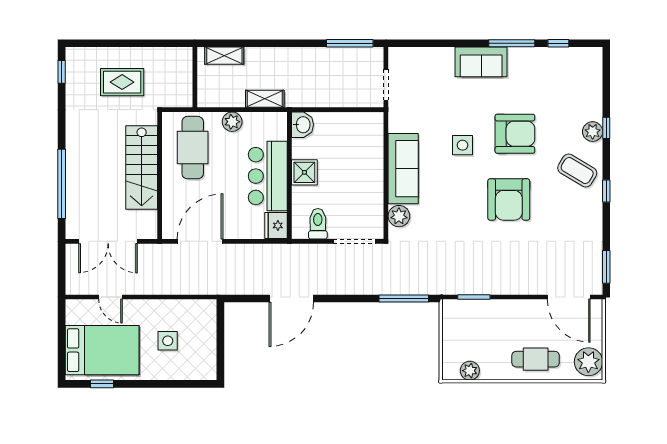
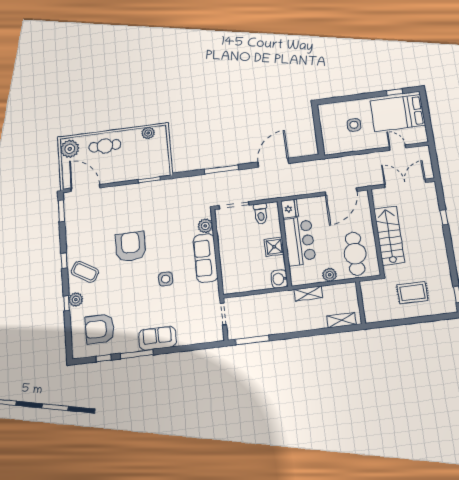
armchair: (515, 134) -> (100, 329), moved
window: (62, 184) -> (444, 217), width x0.32
window: (404, 299) -> (221, 169), moved

